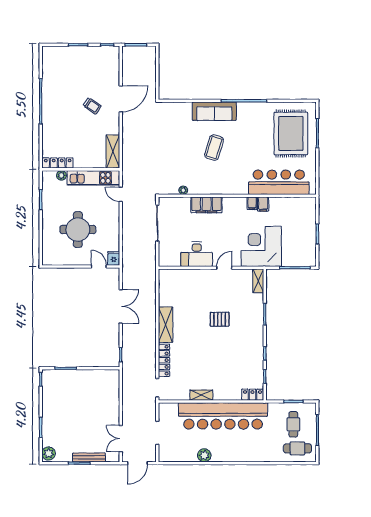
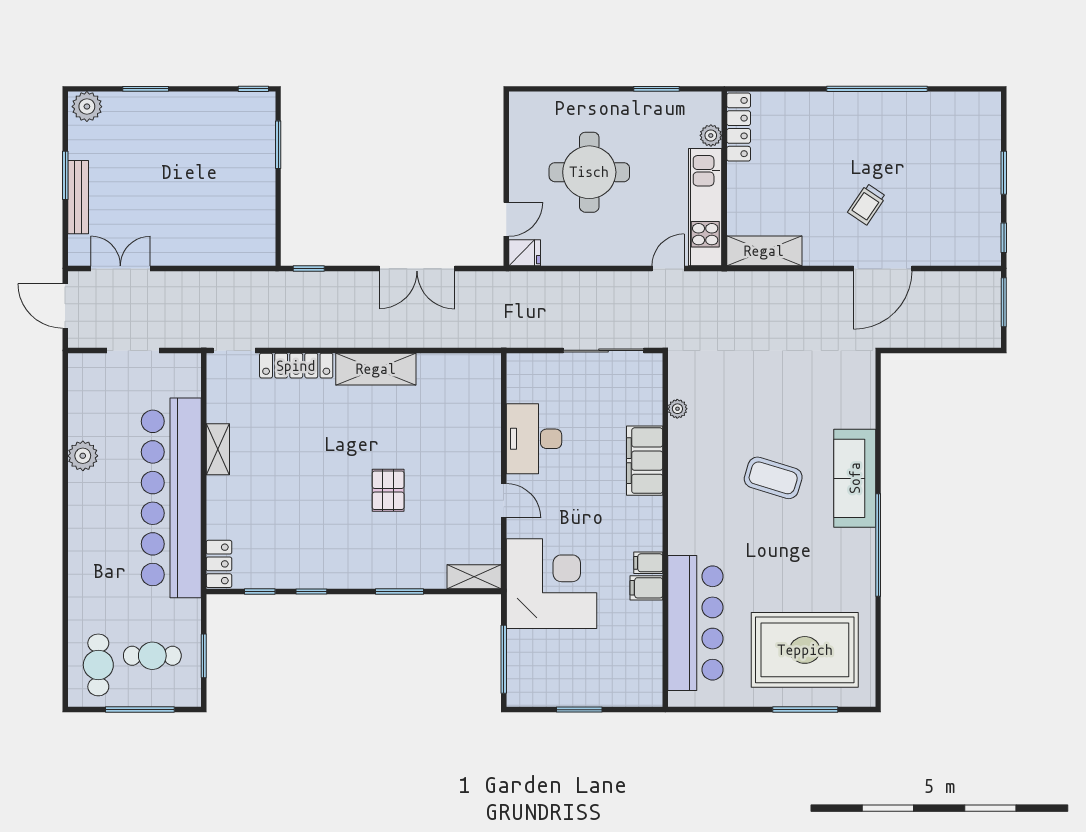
door: (121, 99) -> (883, 268), hinge flipped

